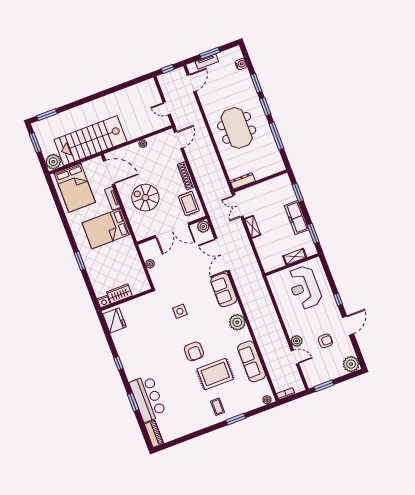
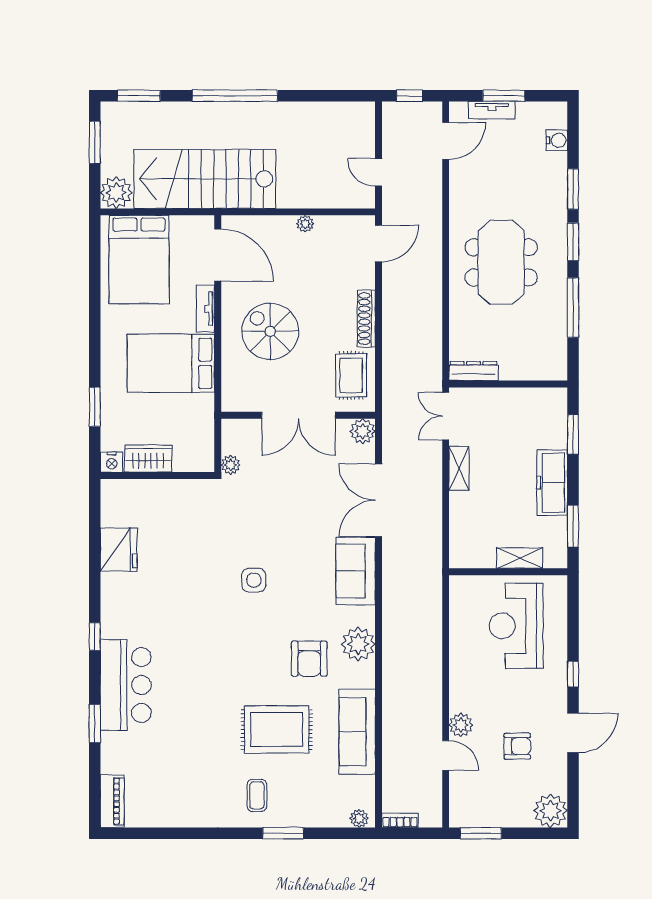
window: (90, 98) -> (235, 96), added
wardrobe: (119, 294) -> (148, 459), moved
wall: (126, 300) -> (157, 476), moved
nightstand: (104, 302) -> (112, 462), moved
armchair: (194, 351) -> (309, 659), moved
bar counter: (148, 399) -> (126, 685), moved

